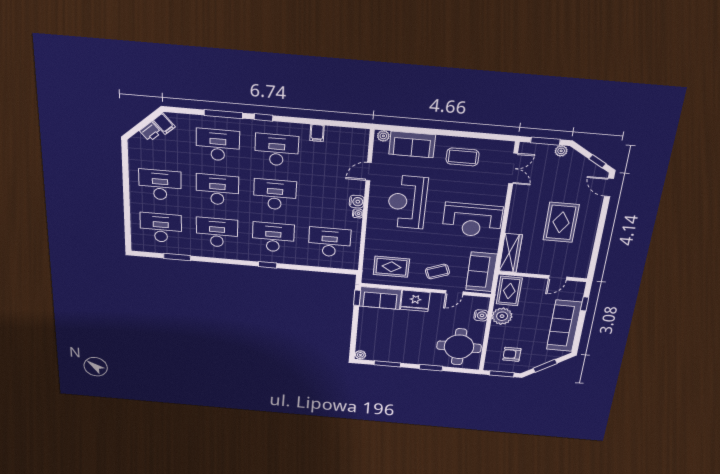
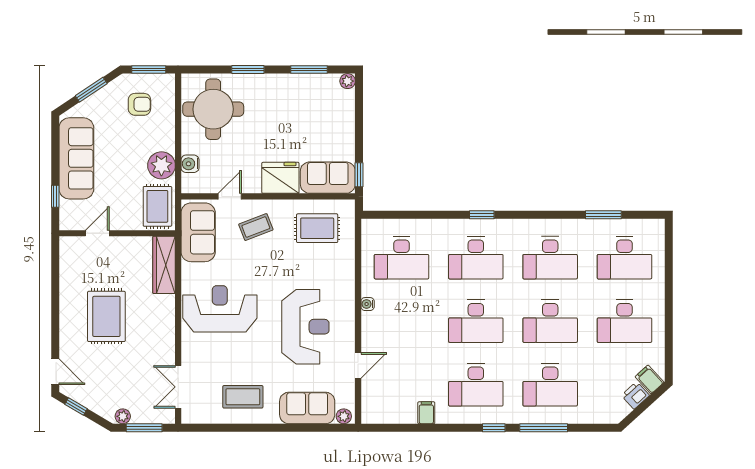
filing cabinet: (164, 124) -> (649, 379), moved
water cooler: (357, 202) -> (370, 321), removed

